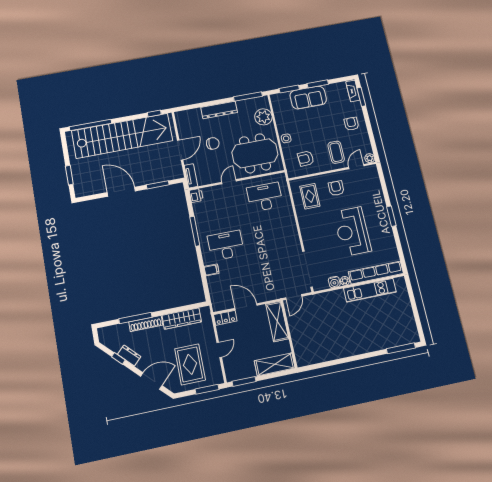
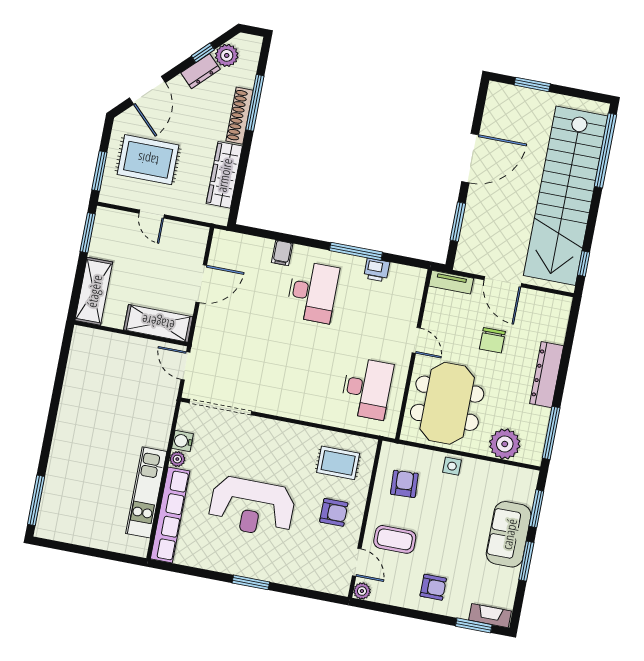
printer: (196, 195) -> (377, 270), moved
reception desk: (352, 231) -> (252, 507), turned 180
locker: (225, 318) -> (197, 244), removed
plant: (115, 344) -> (227, 55), added

